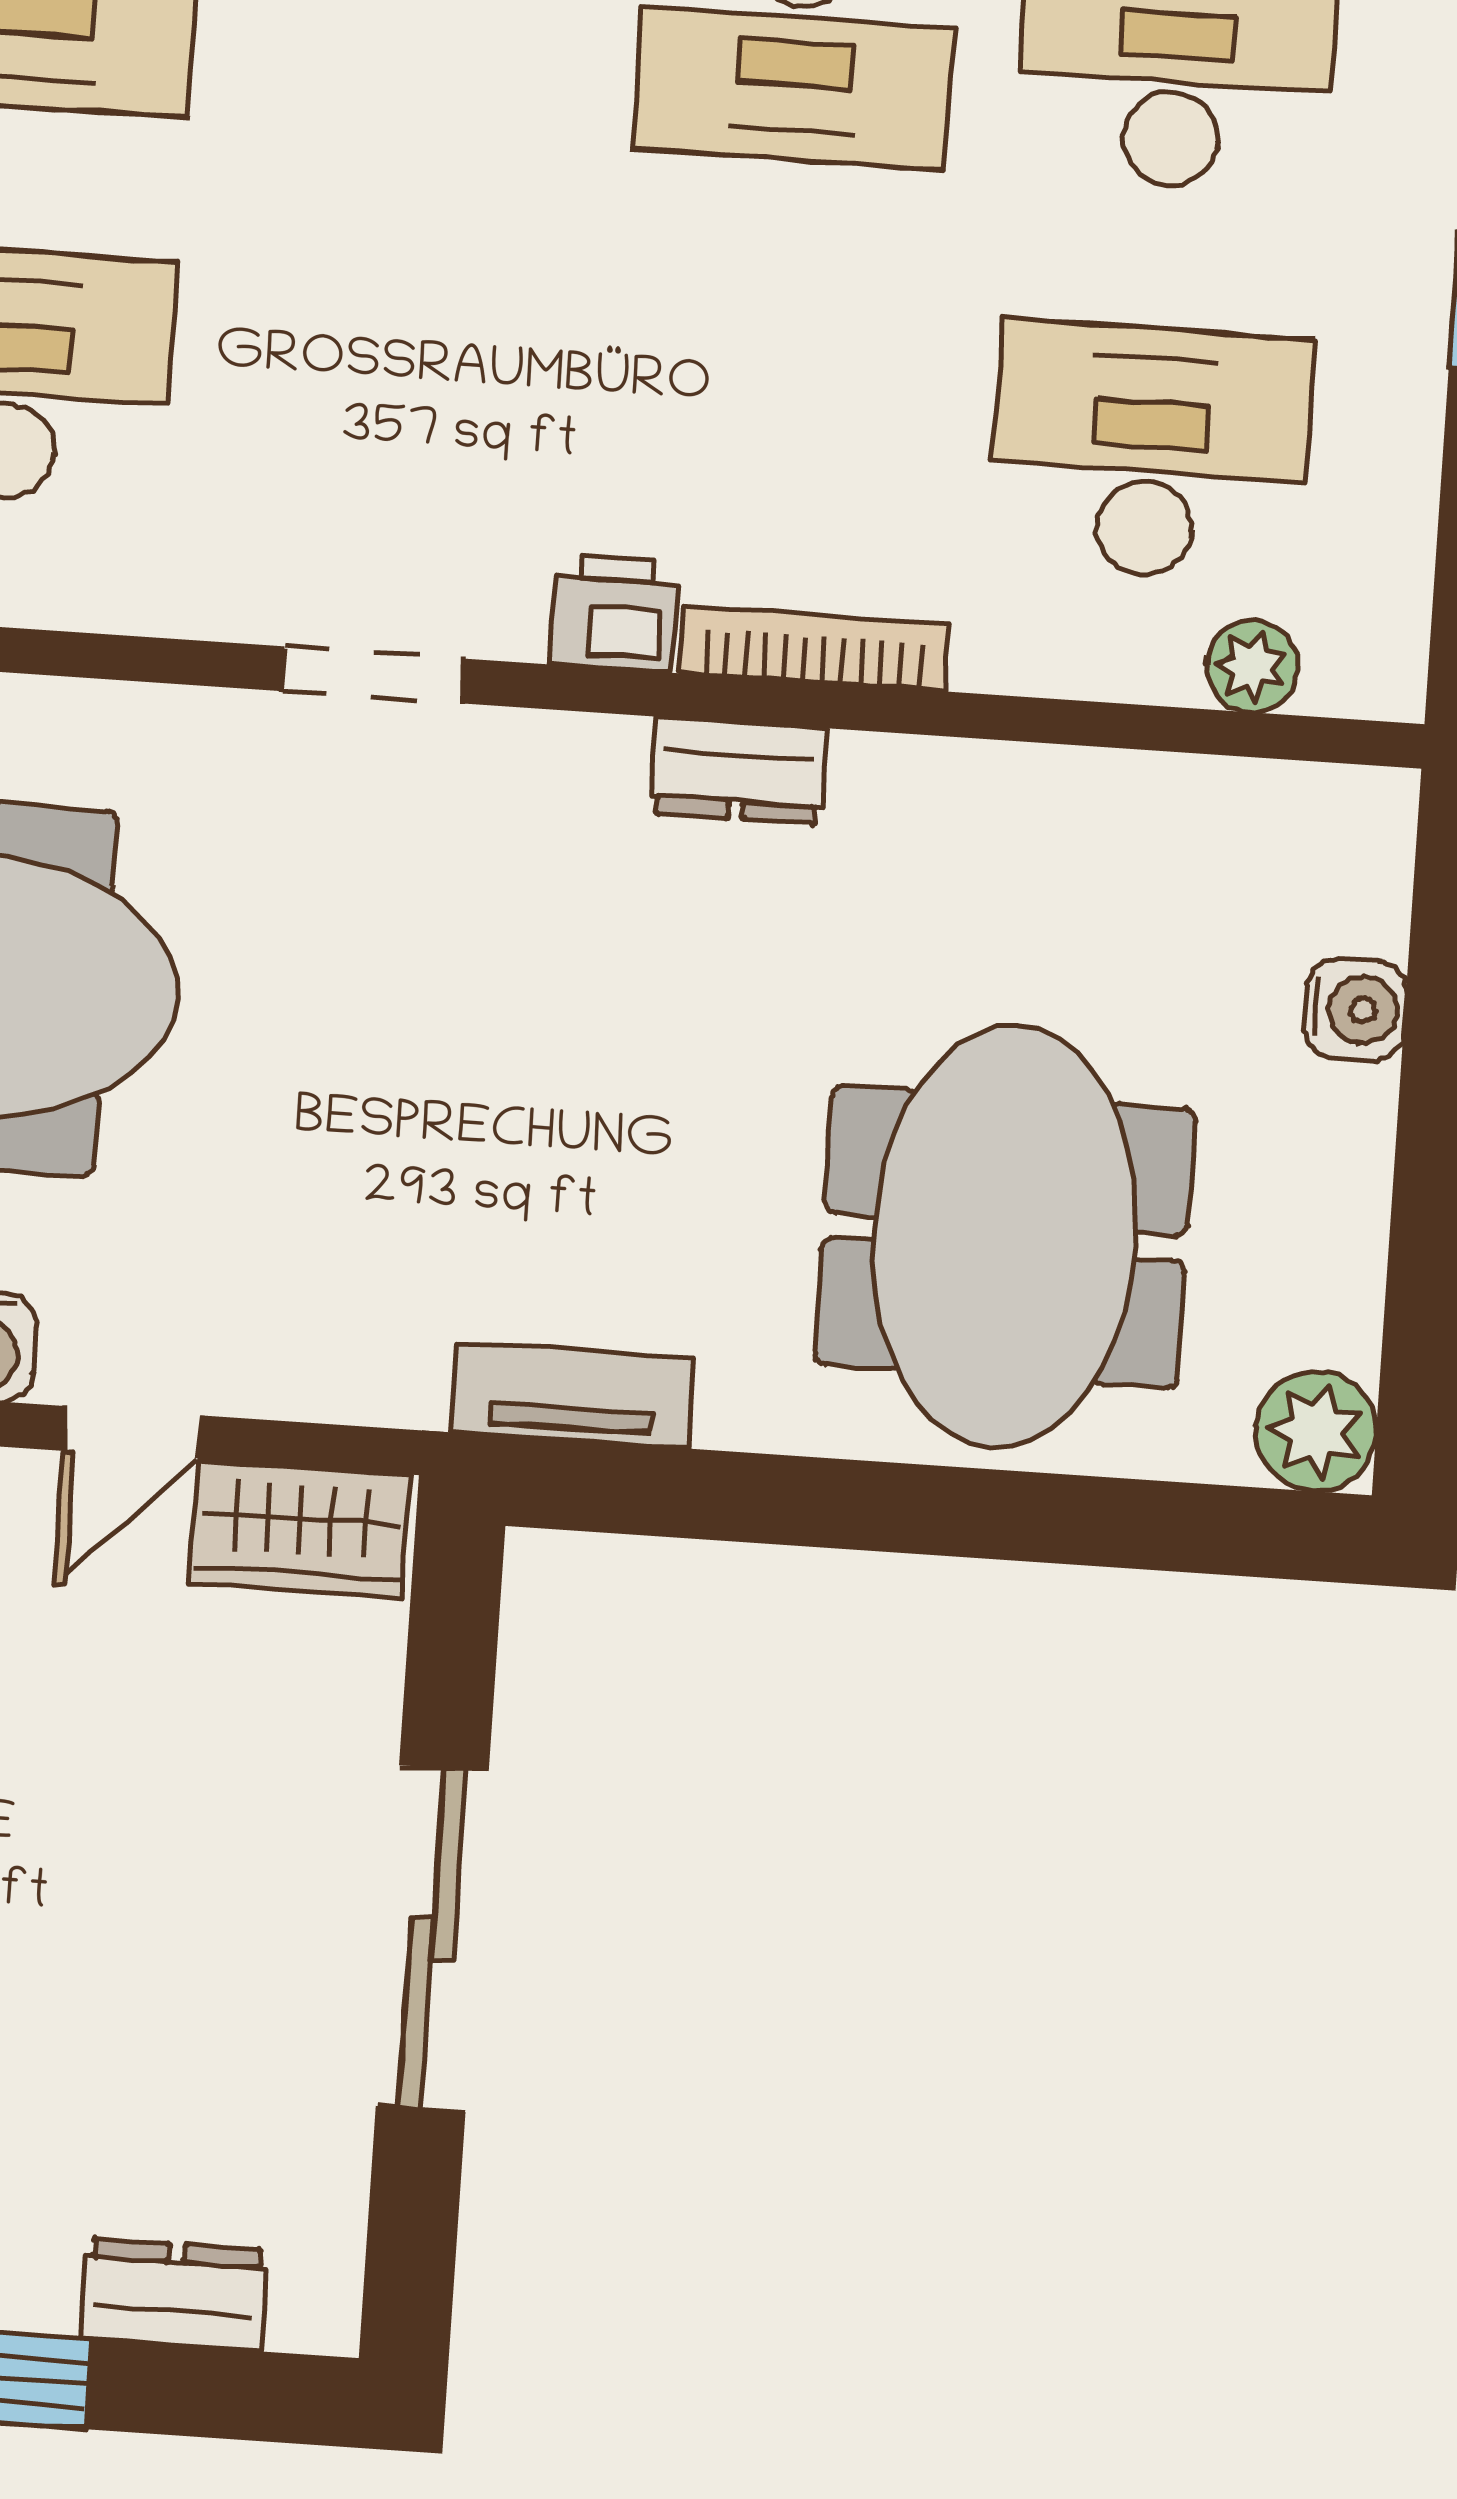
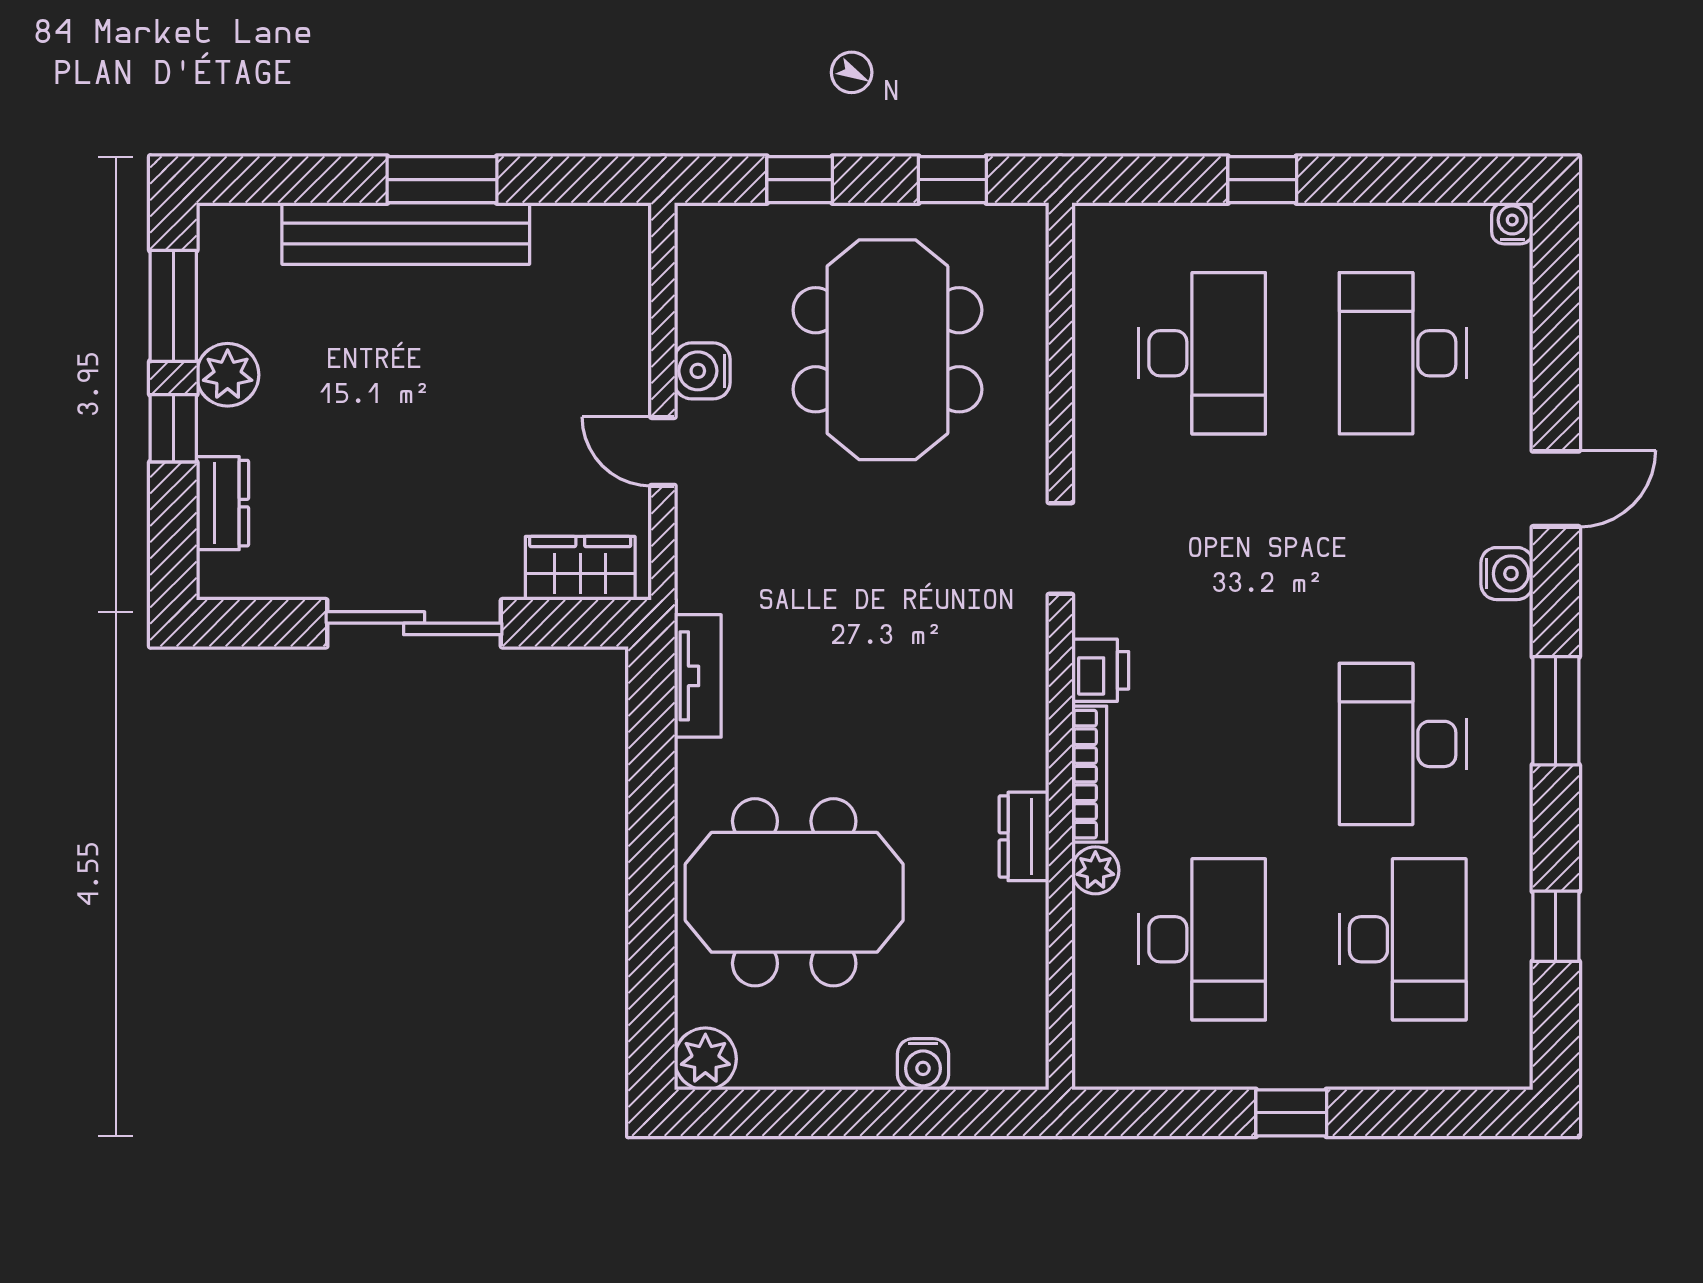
plant: (1252, 667) -> (1095, 870), moved
dresser: (738, 771) -> (1024, 836), moved
wardrobe: (300, 1529) -> (580, 568), moved, turned 90

